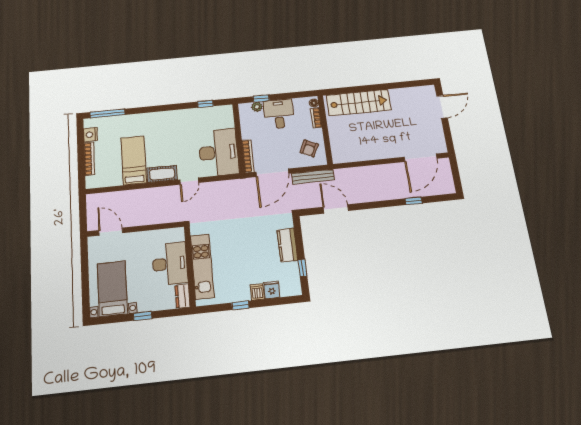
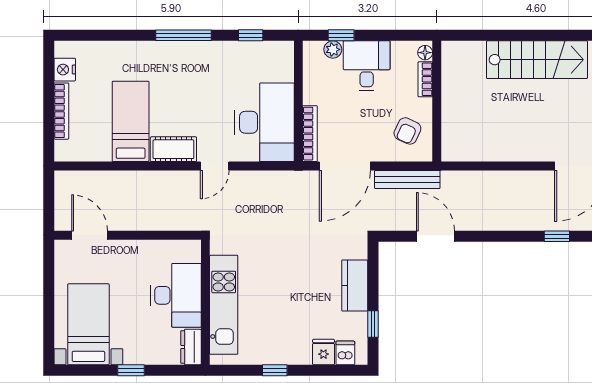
stairs: (359, 103) -> (537, 60), moved
window: (108, 113) -> (183, 35), moved
dishwasher: (257, 292) -> (345, 353), moved

